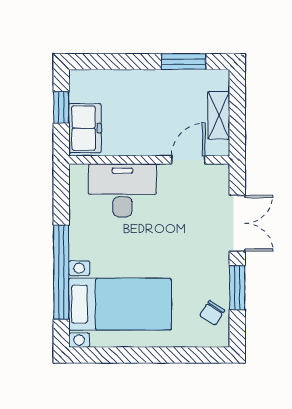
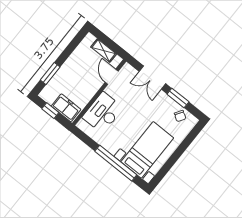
window: (184, 62) -> (50, 74), moved
double door: (237, 223) -> (152, 78), swing flipped

